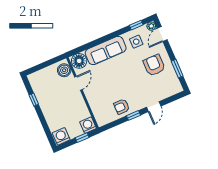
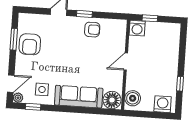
armchair: (154, 65) -> (30, 44), moved
door: (78, 83) -> (126, 62), moved
washing machine: (61, 136) -> (163, 104), moved, turned 180

